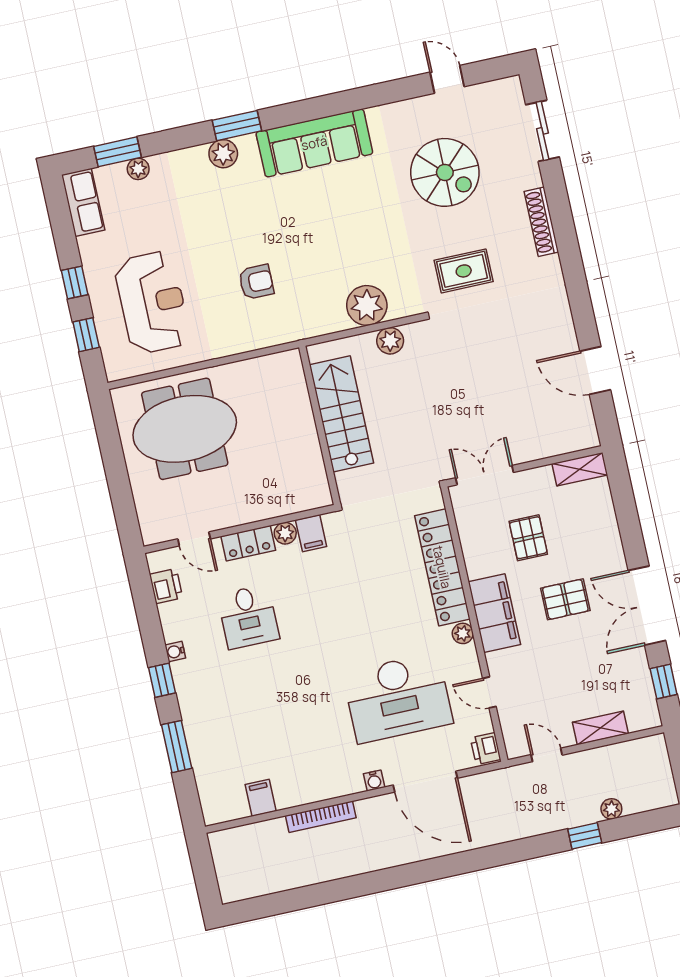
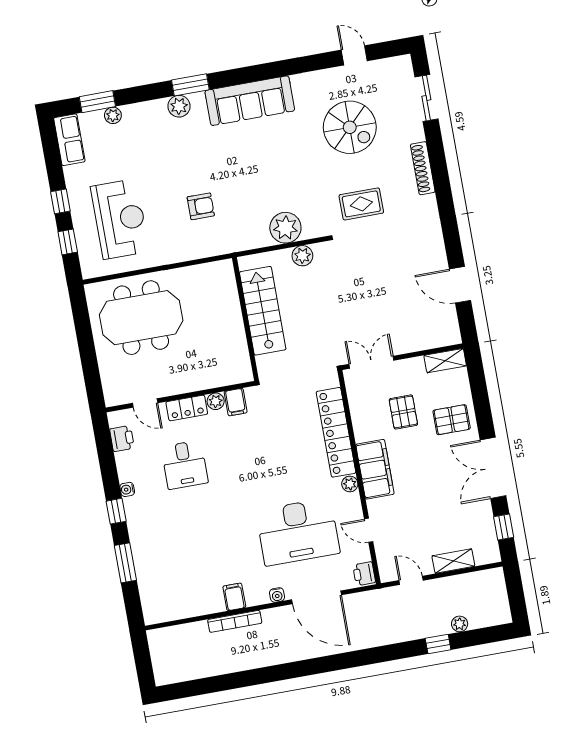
pallet: (565, 599) -> (452, 420), moved
filing cabinet: (261, 798) -> (234, 597), moved

